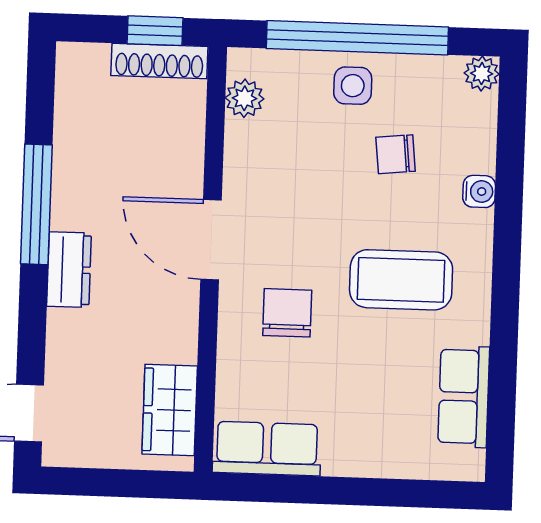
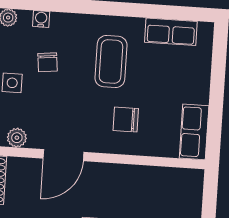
water cooler: (479, 191) -> (41, 19), moved
door: (211, 240) -> (63, 155), moved
wardrobe: (170, 410) -> (173, 180), removed

